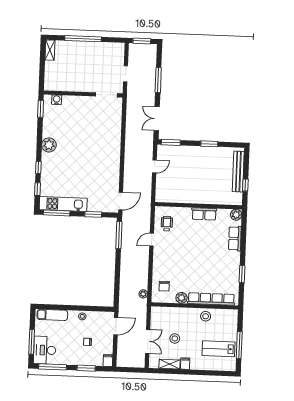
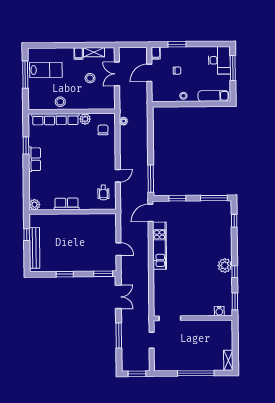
door: (154, 166) -> (118, 249), swing flipped
window: (38, 168) -> (235, 272), moved
kitchen unit: (63, 204) -> (160, 246), moved, turned -90
row of seats: (235, 238) -> (34, 159), moved
door: (116, 326) -> (149, 73), moved
window: (52, 367) -> (211, 44), removed

